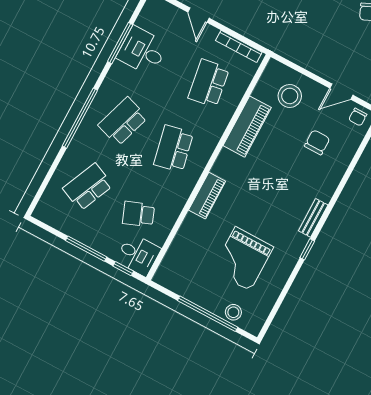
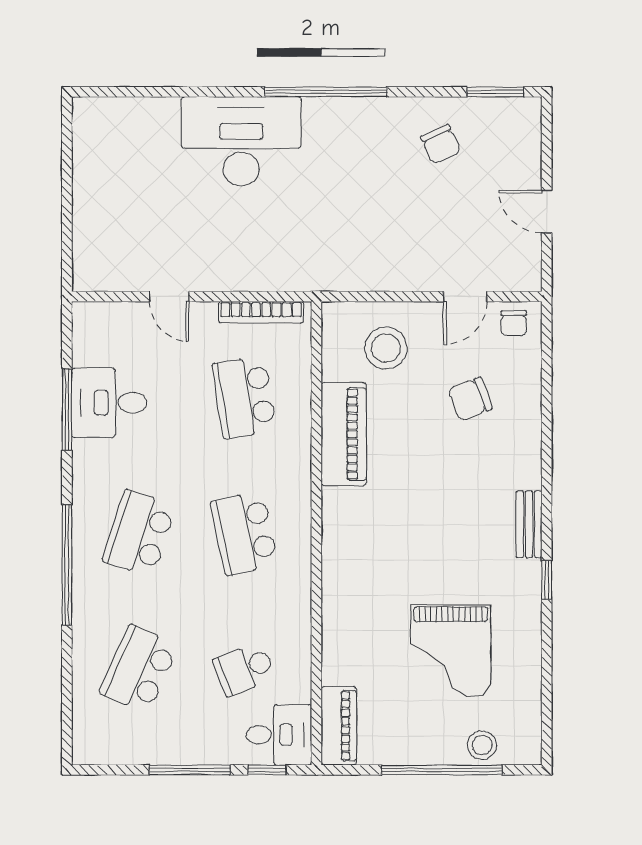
chair: (317, 142) -> (470, 399), turned -111
piano: (207, 196) -> (339, 726), moved

